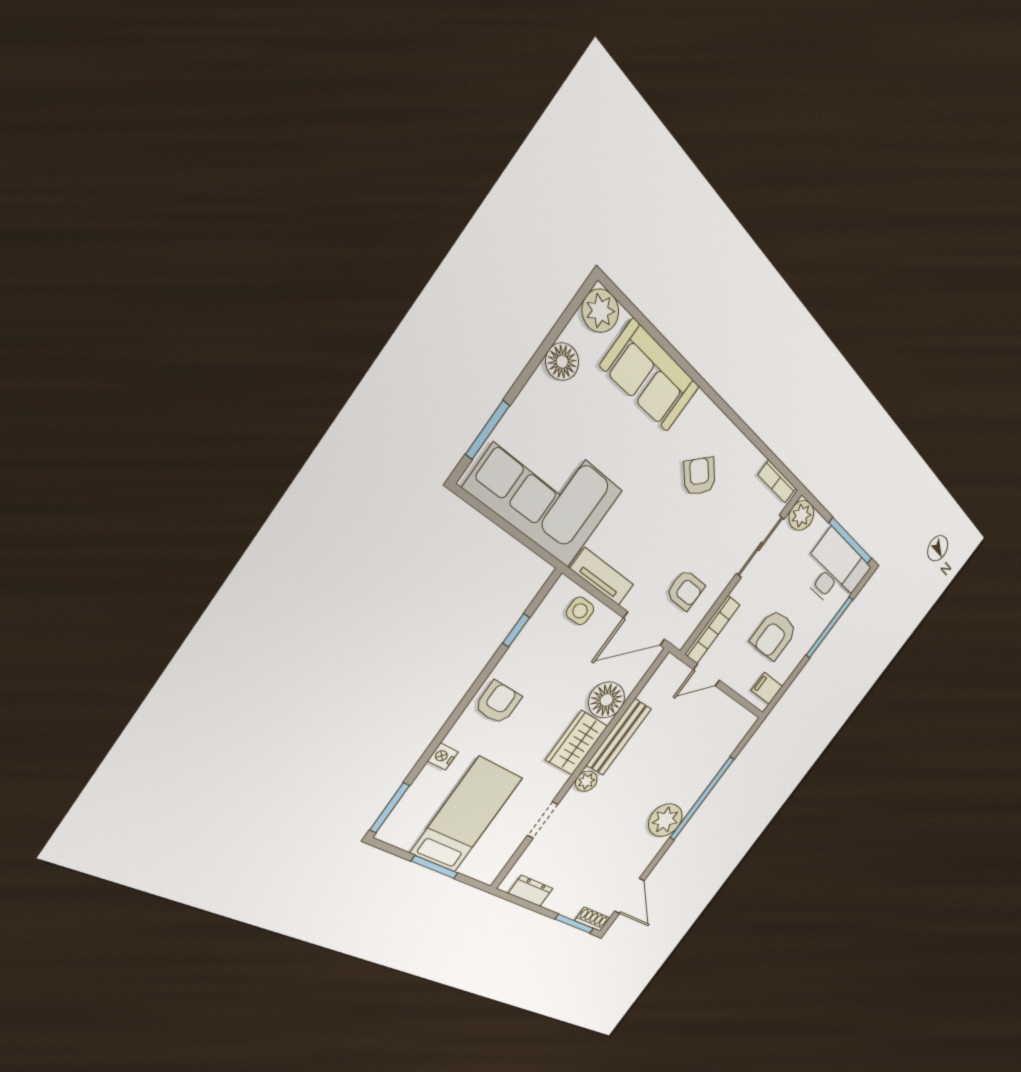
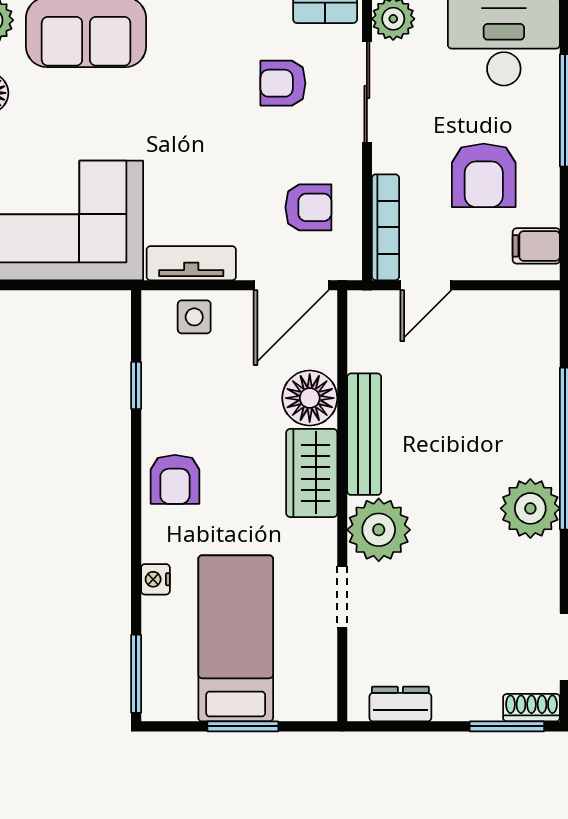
armchair: (699, 476) -> (283, 83), moved, turned -45
armchair: (498, 703) -> (175, 479), turned 180
plant: (586, 781) -> (379, 530), width x1.87, depth x1.87

